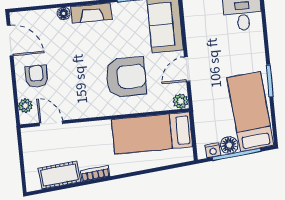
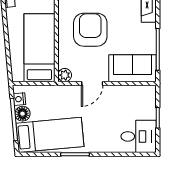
door: (187, 69) -> (92, 83), swing flipped
armchair: (126, 77) -> (90, 30), turned 180

